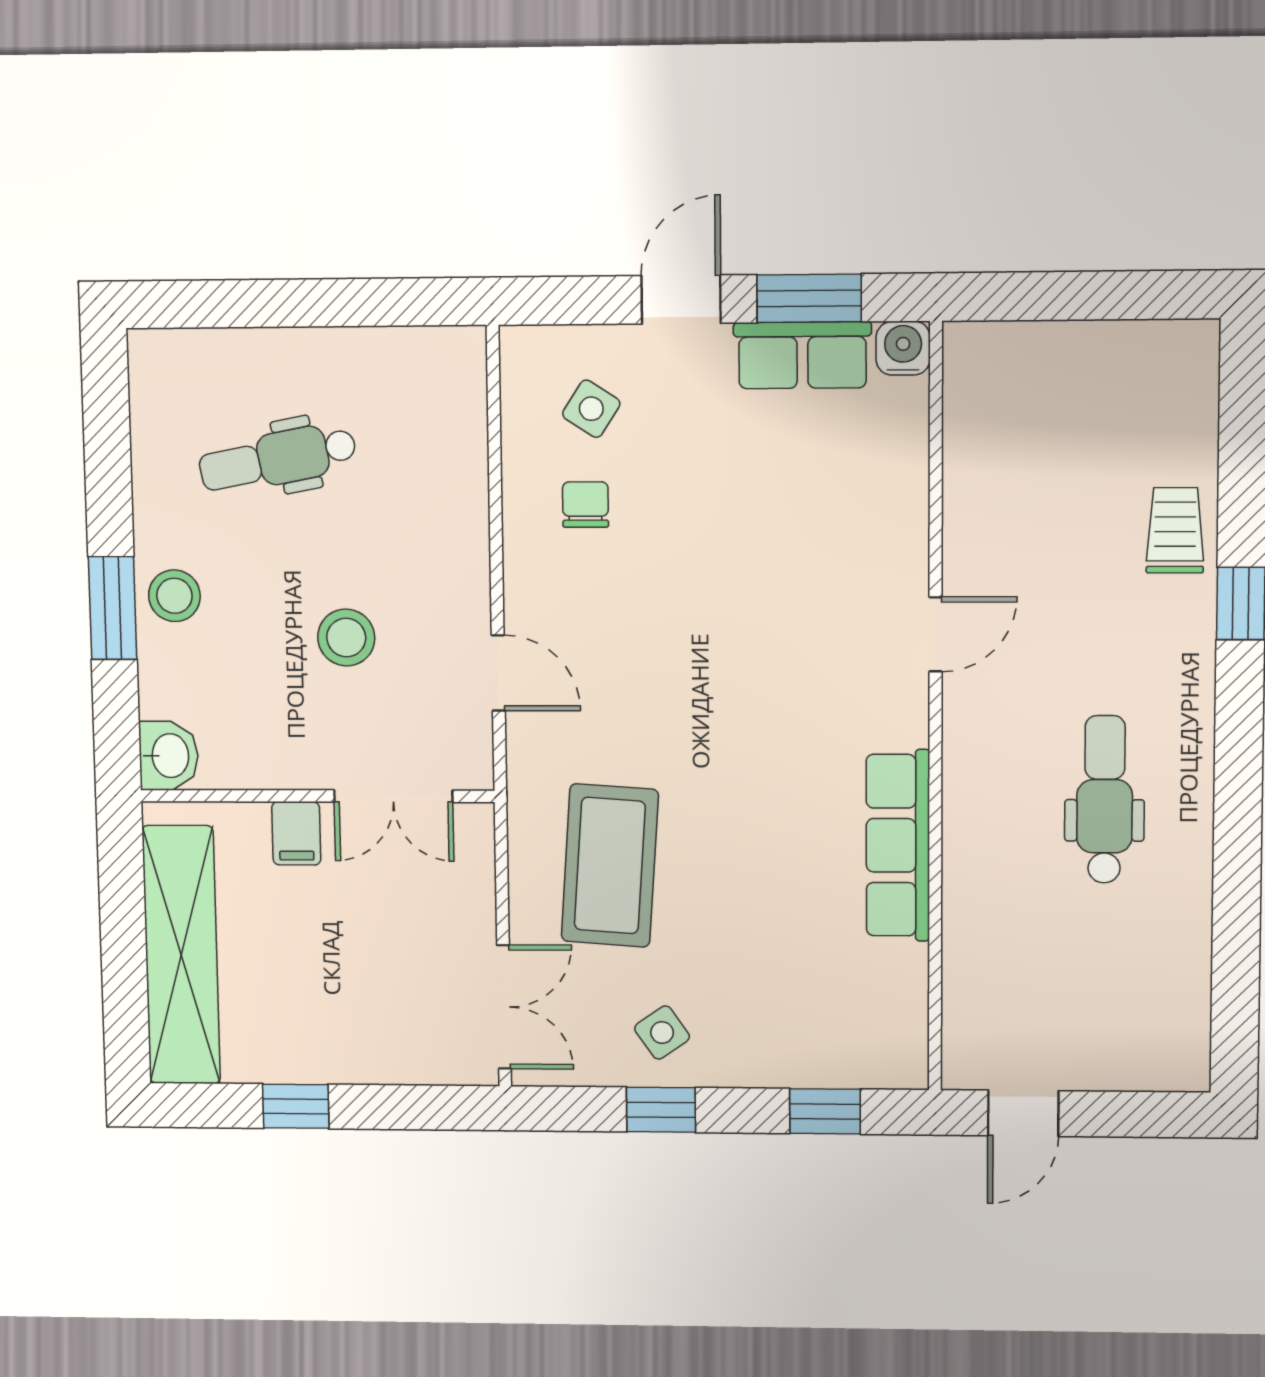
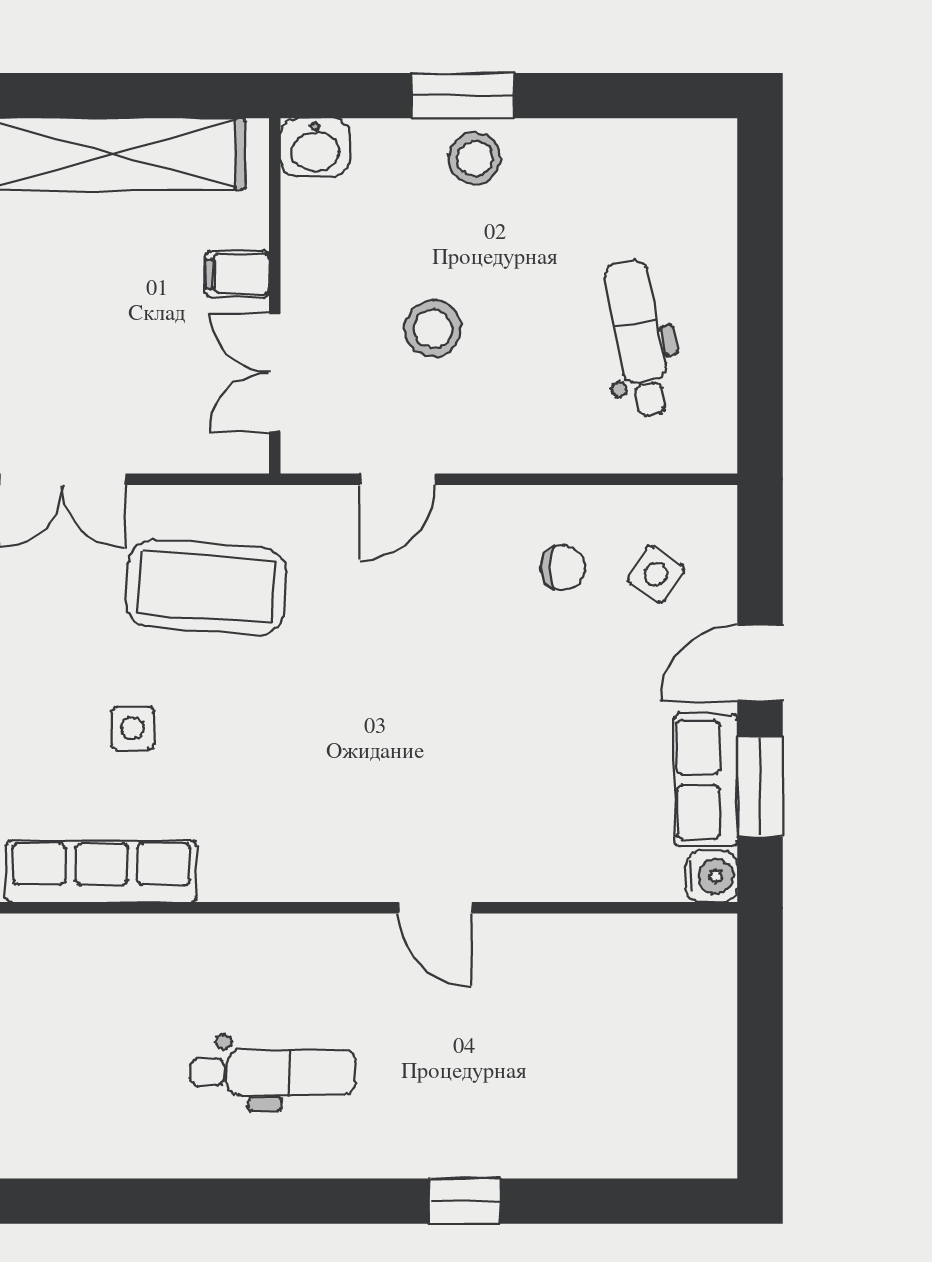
door: (681, 299) -> (760, 663), swing flipped
dental chair: (278, 459) -> (639, 338), moved
trolley: (1175, 530) -> (535, 1138), removed
row of seats: (898, 845) -> (101, 871), moved
side table: (662, 1033) -> (133, 728), moved, turned 35

